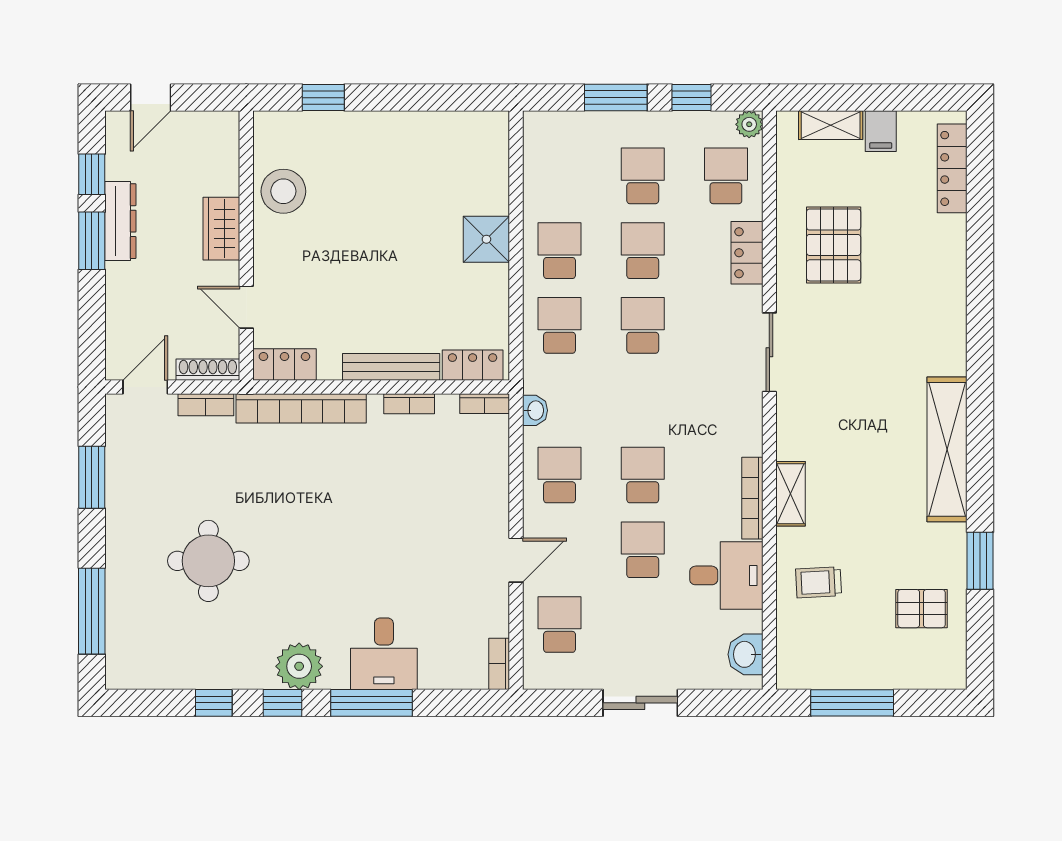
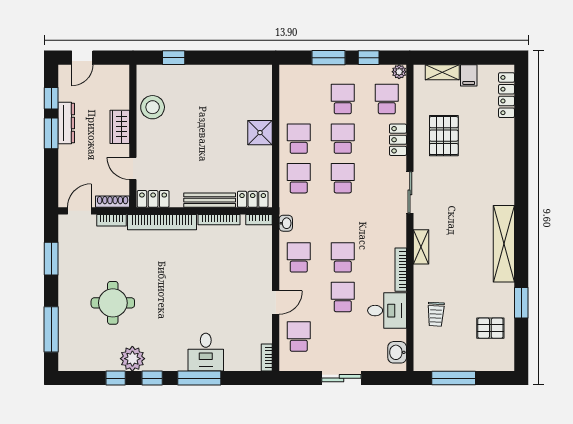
bookcase: (409, 404) -> (219, 220), width x1.56
shelving: (791, 494) -> (421, 247), moved
trolley: (818, 582) -> (436, 314), turned -84
plant: (299, 666) -> (132, 359), moved

